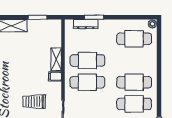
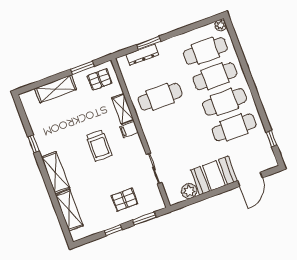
pallet: (47, 31) -> (100, 79), added
cafe table: (87, 82) -> (215, 76), moved
trolley: (34, 102) -> (99, 146), moved, turned -90

